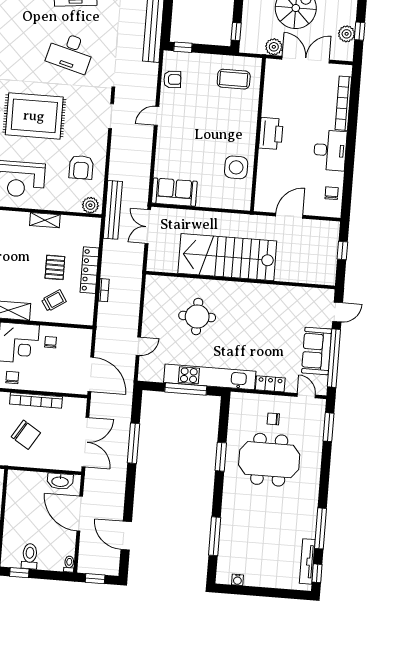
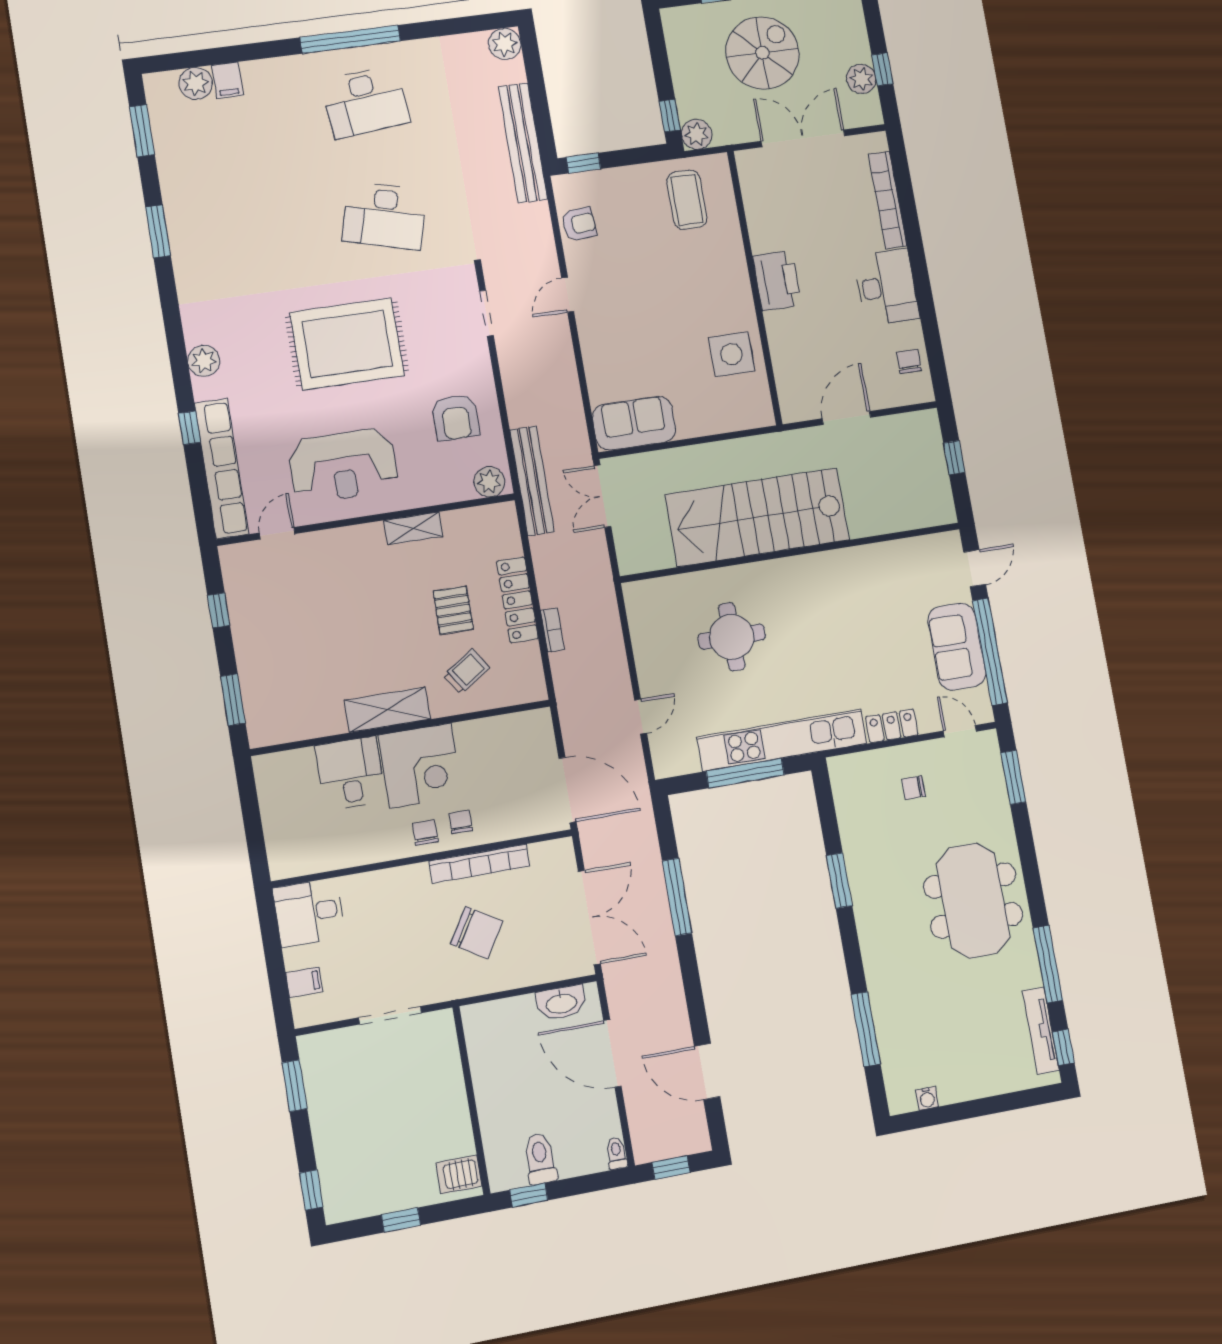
plant: (274, 47) -> (697, 134), moved
coffee table: (234, 79) -> (687, 200), turned 90
chair: (51, 342) -> (461, 822), moved
meeting table: (269, 460) -> (973, 901), moved, turned 90

